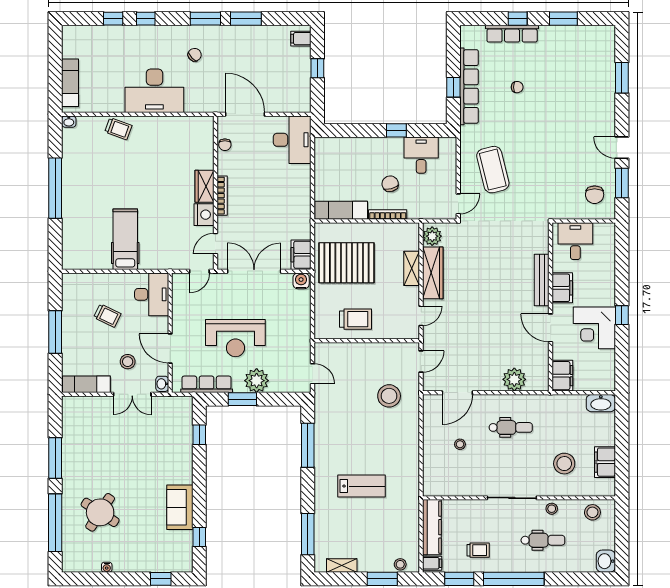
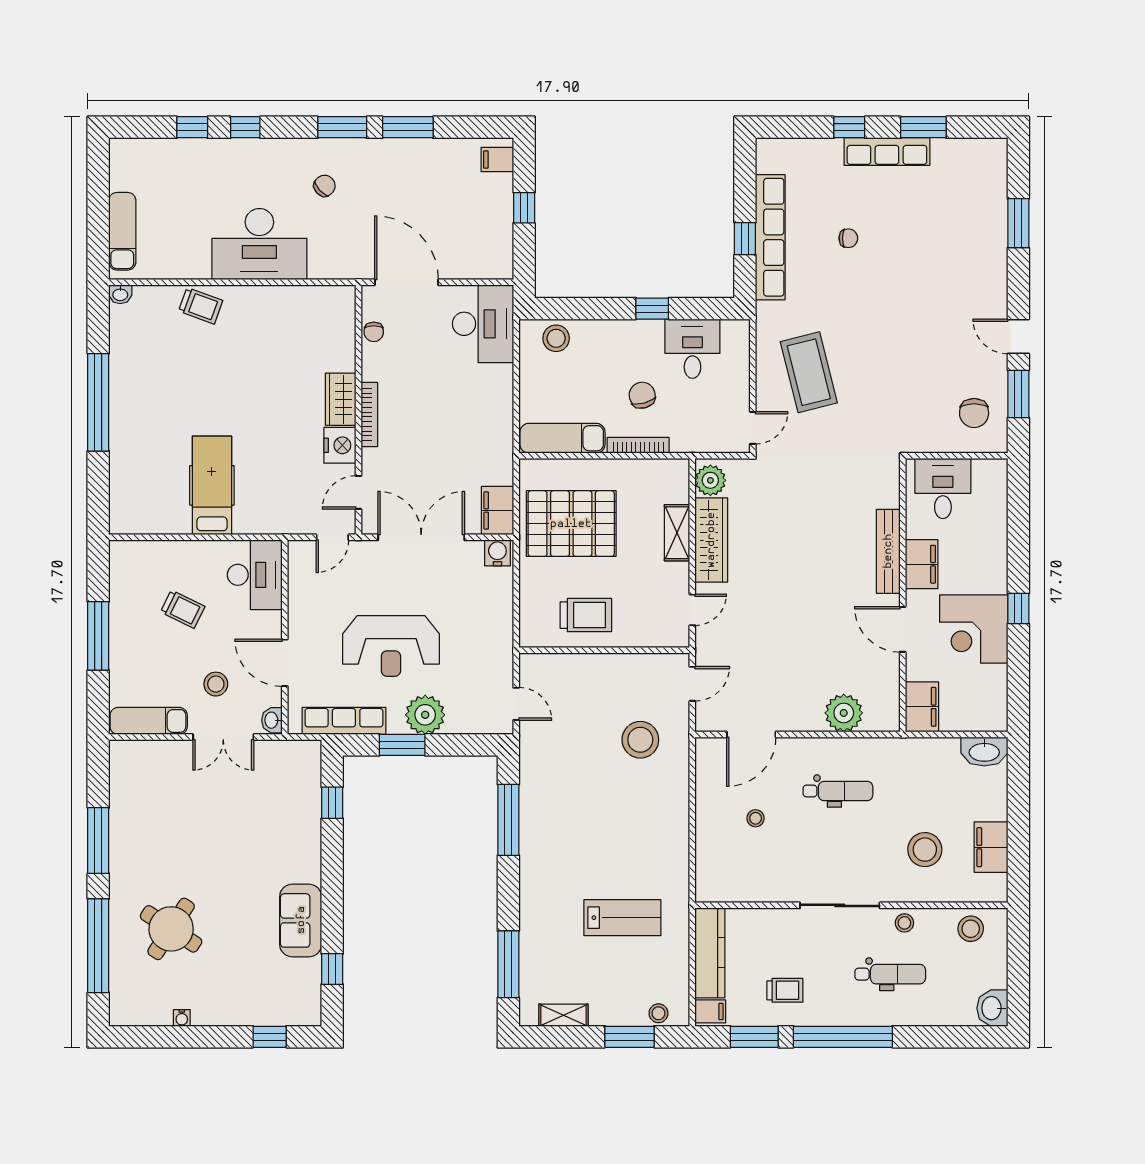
row of seats: (512, 34) -> (887, 152), moved
stool: (337, 149) -> (556, 338), added
lab bench: (362, 486) -> (622, 918), moved

